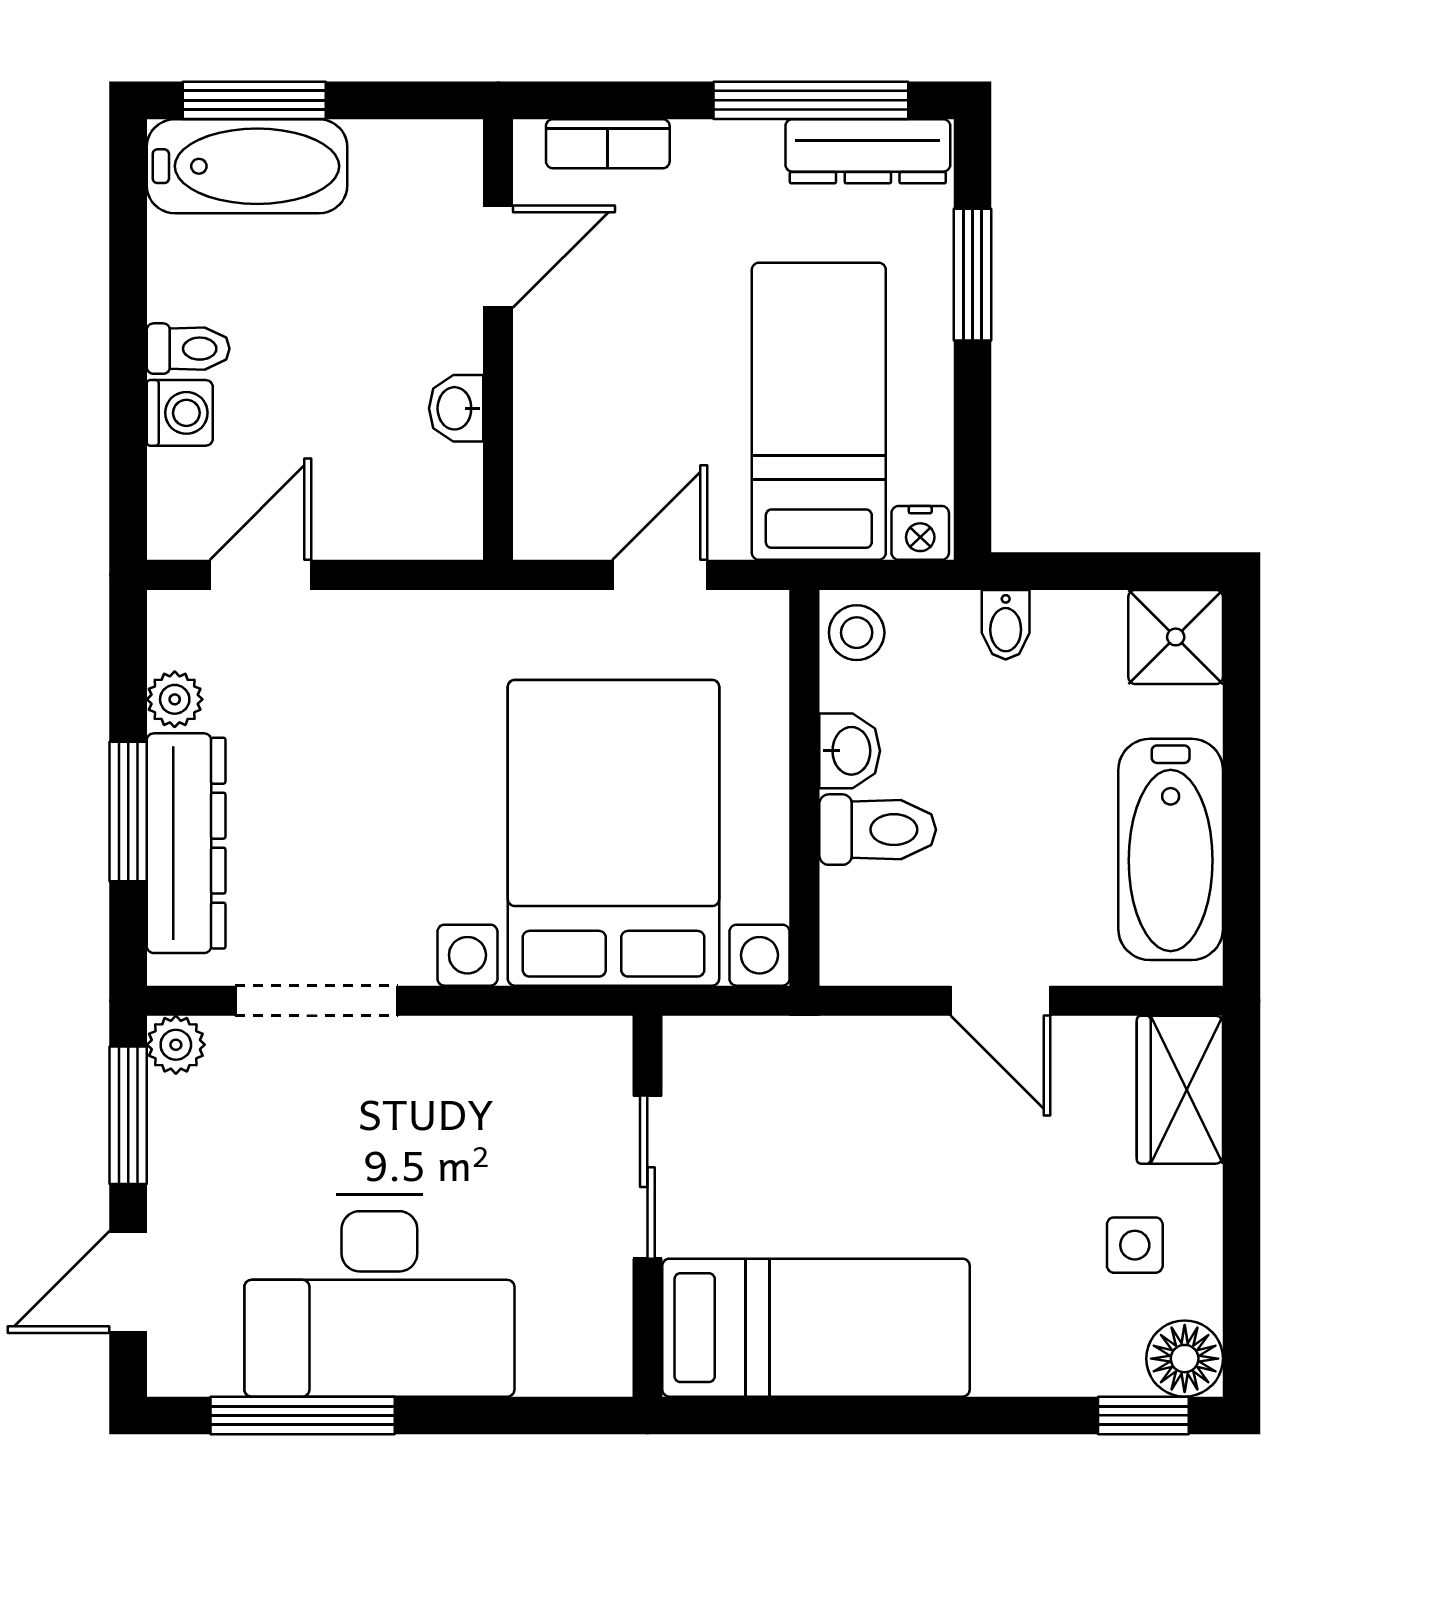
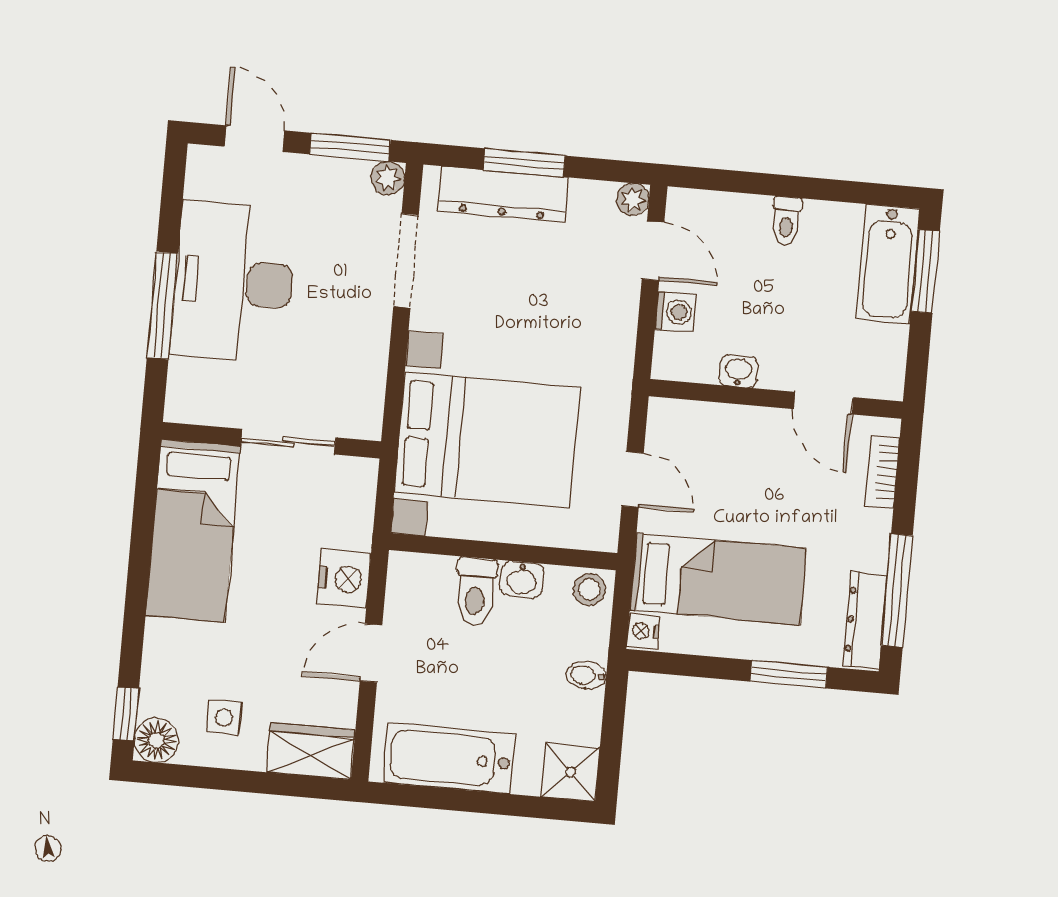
washing machine: (180, 413) -> (675, 312), moved, turned -90
plant: (175, 699) -> (633, 199), moved
nightstand: (876, 1059) -> (344, 579), added
window: (303, 1415) -> (162, 305), moved

